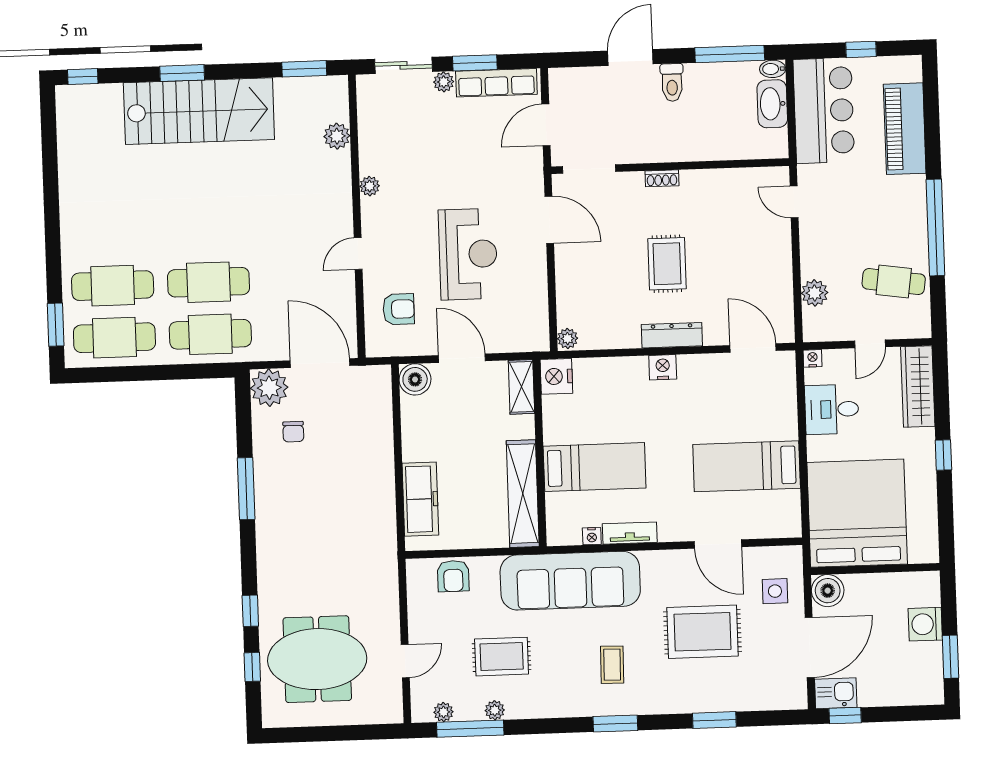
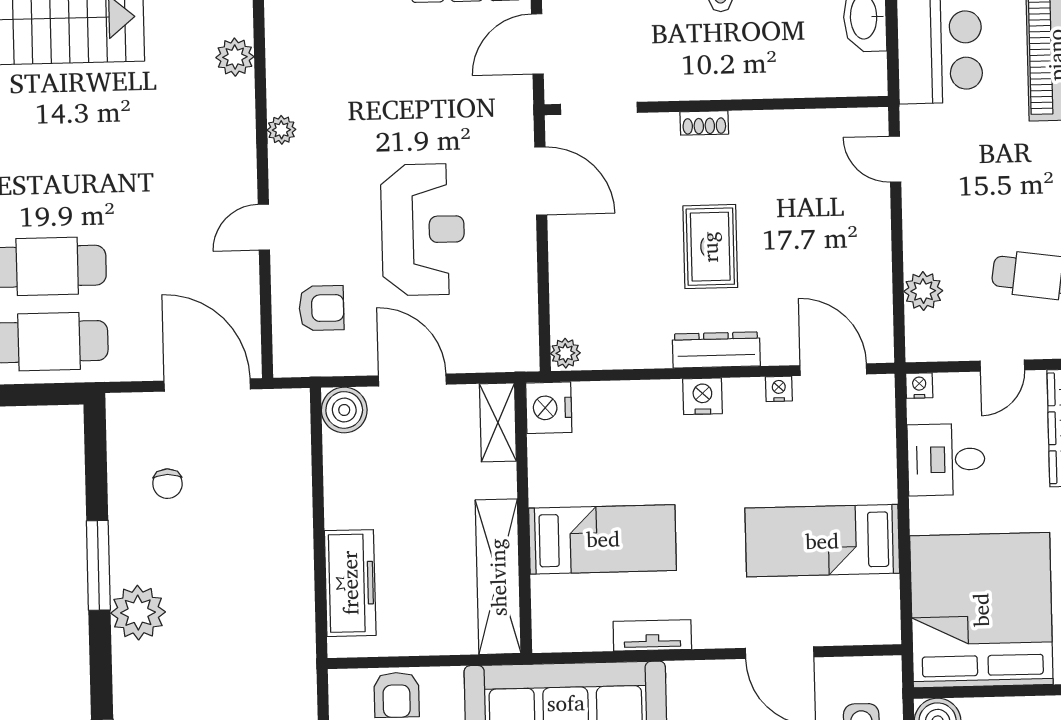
plant: (269, 388) -> (138, 613), moved
nightstand: (592, 536) -> (779, 389), moved, turned 180

